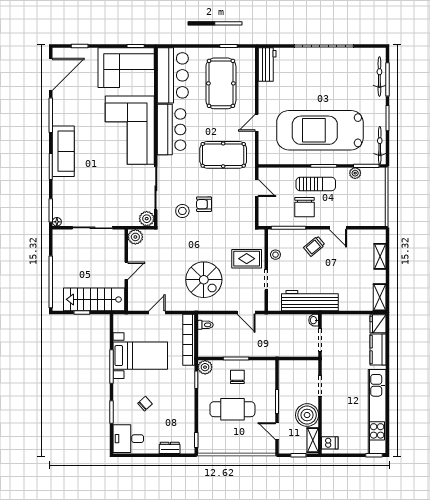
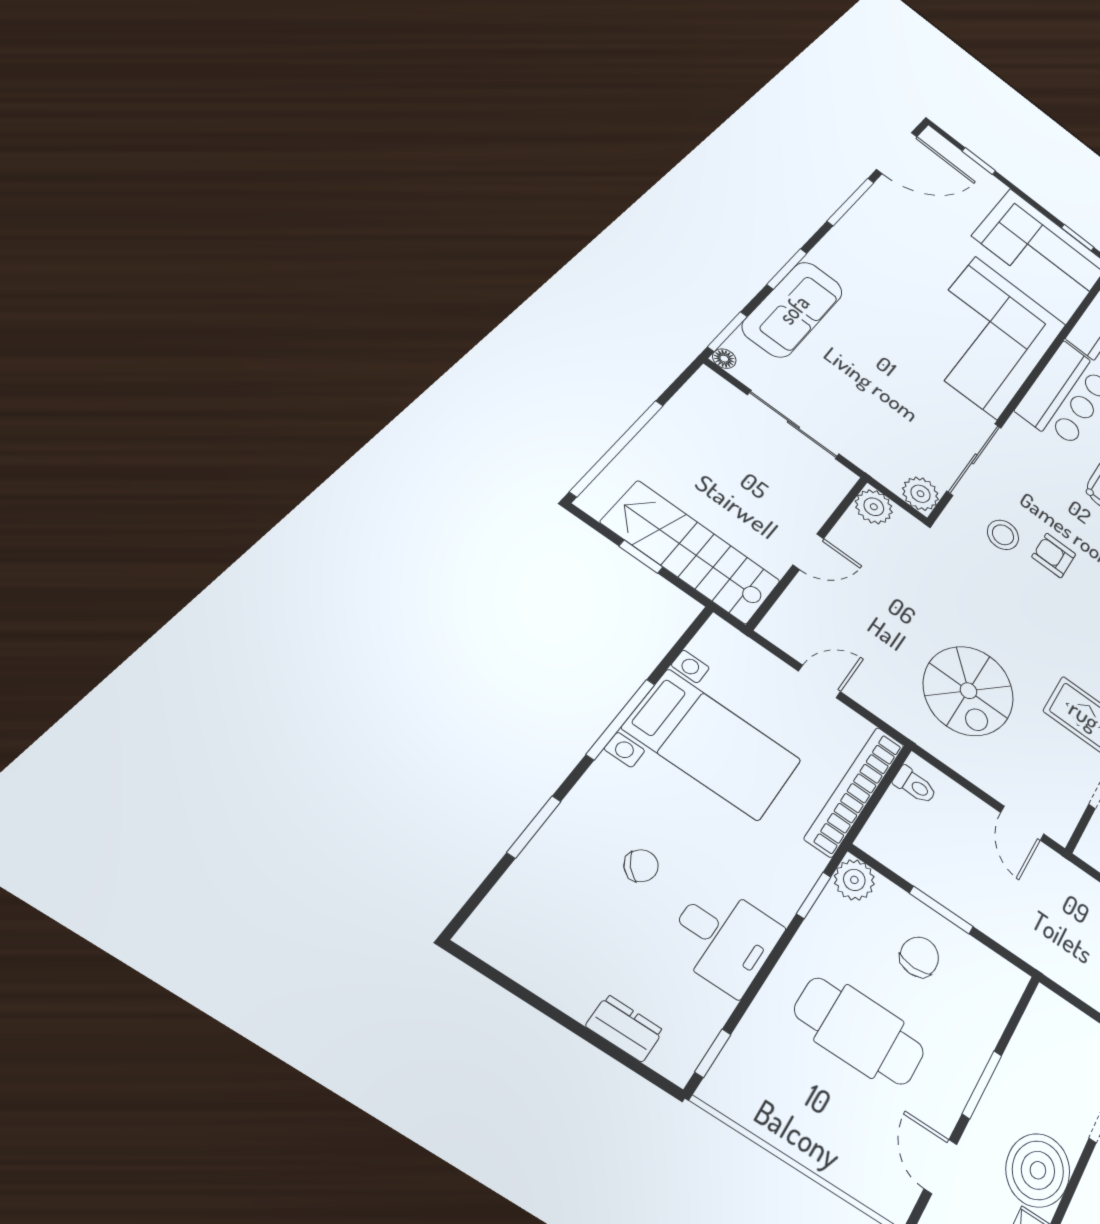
sofa: (63, 151) -> (793, 309), moved
desk: (128, 439) -> (724, 938), moved, turned 180

